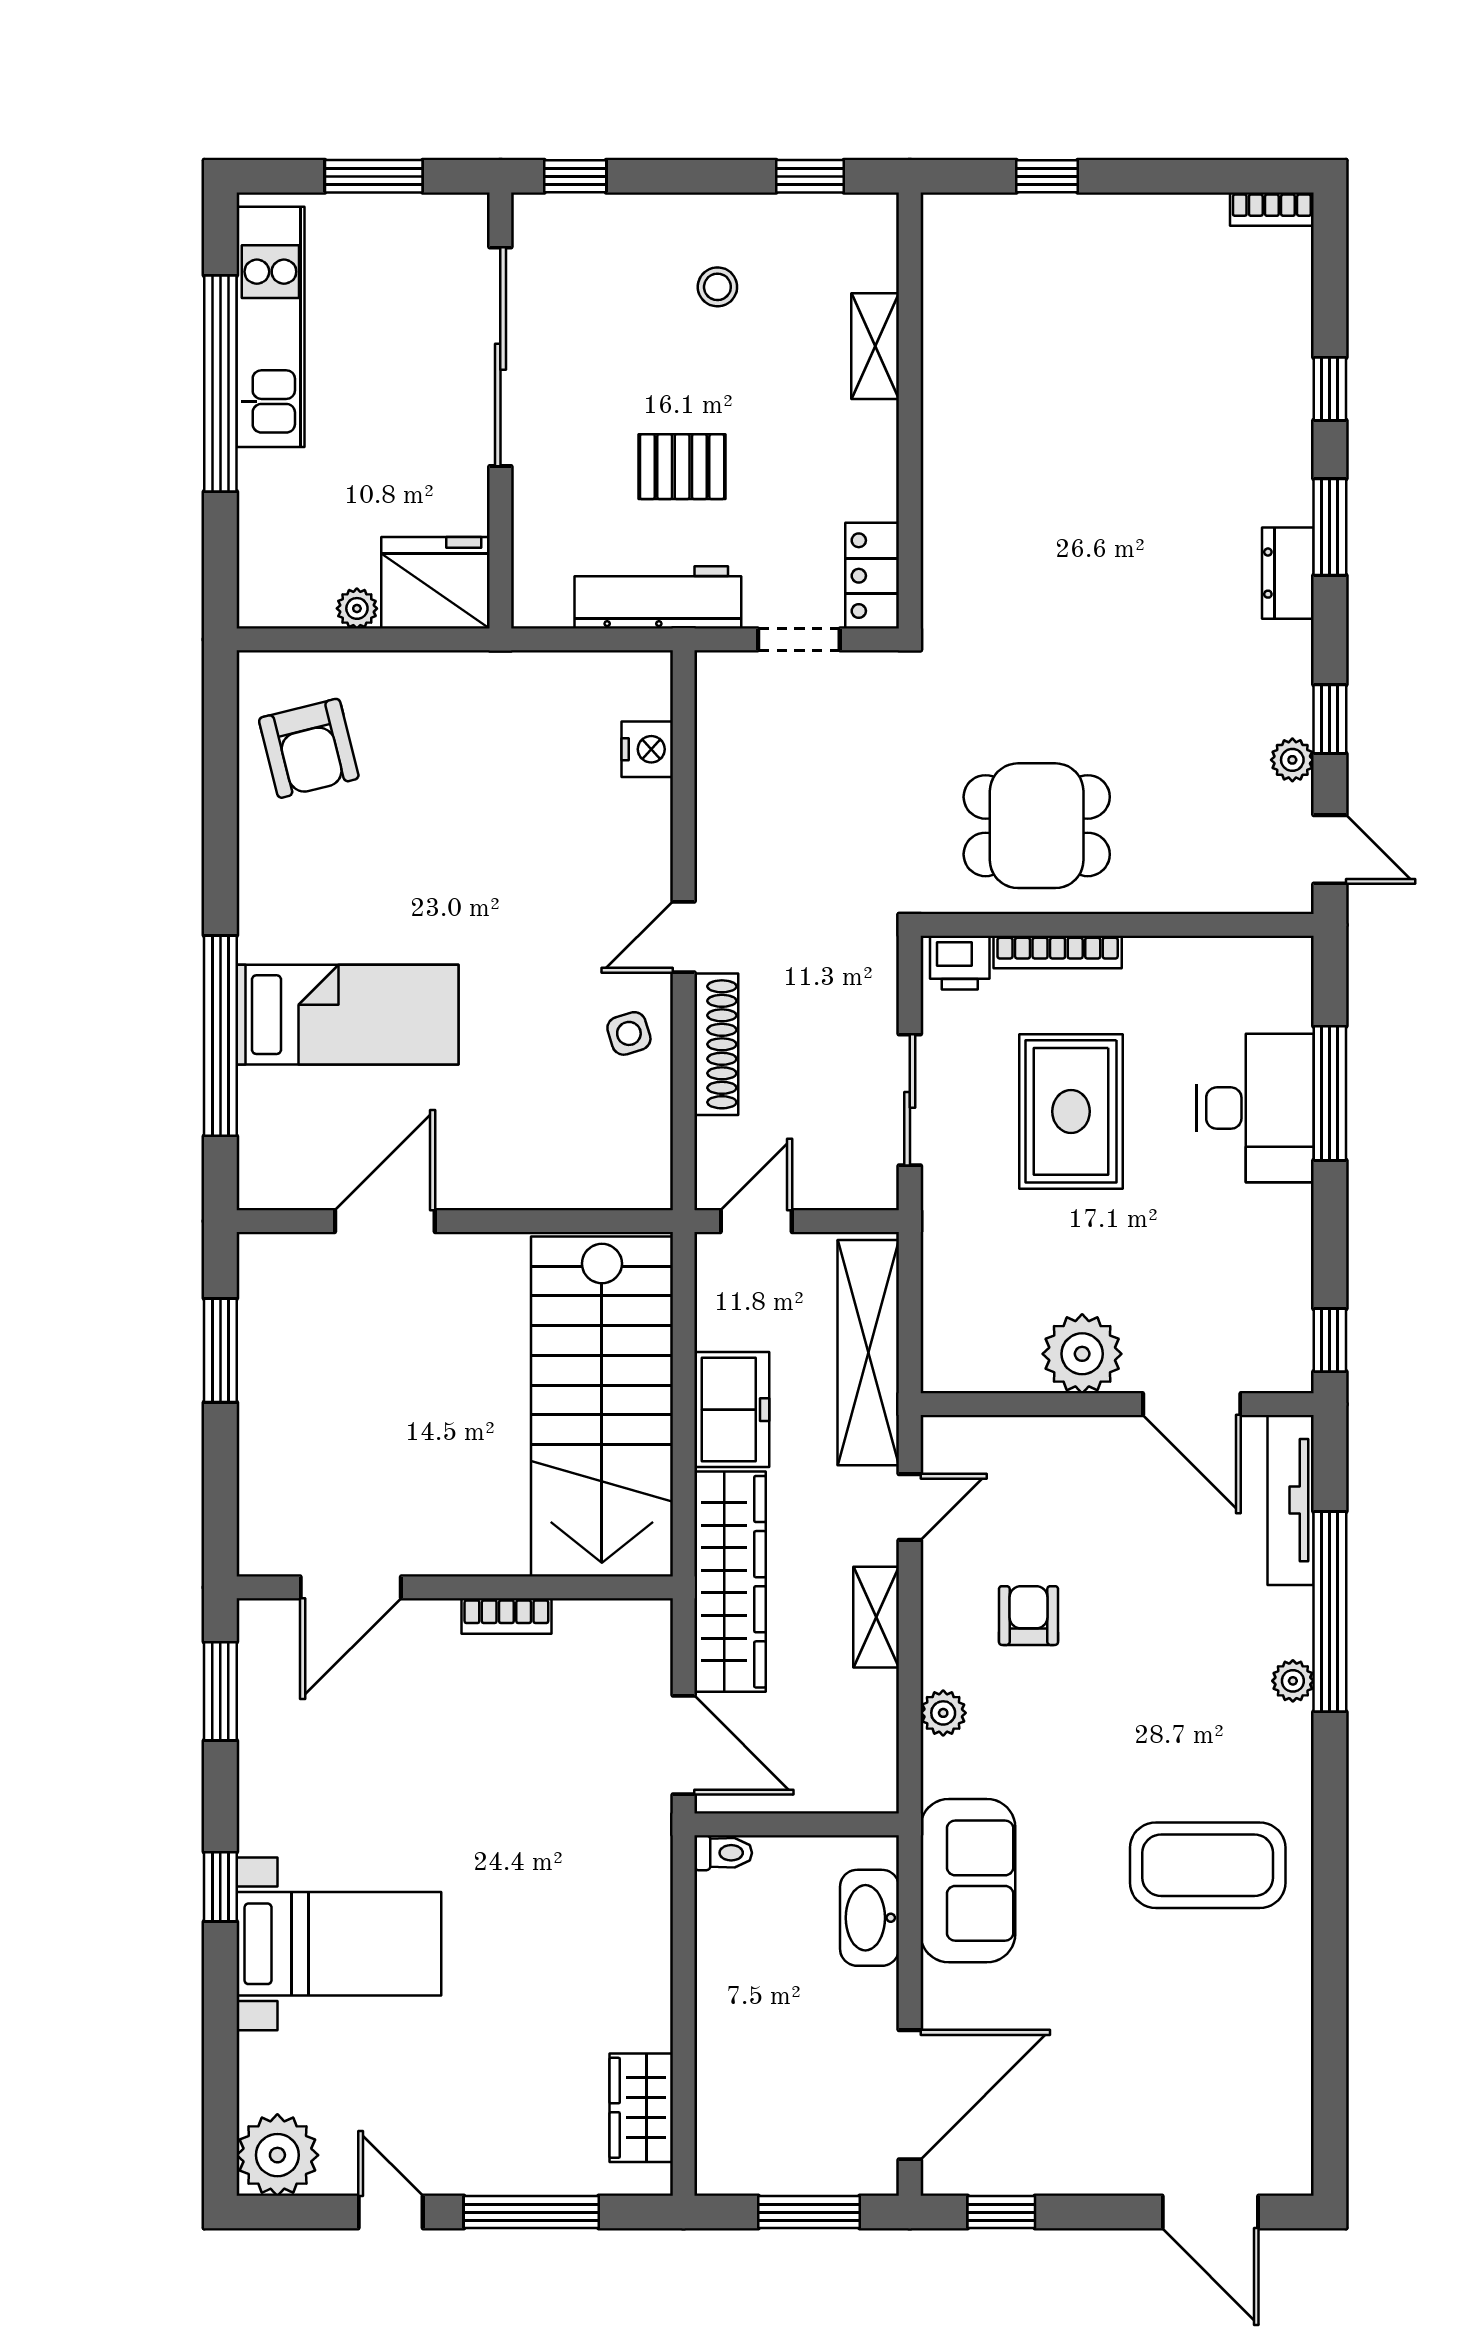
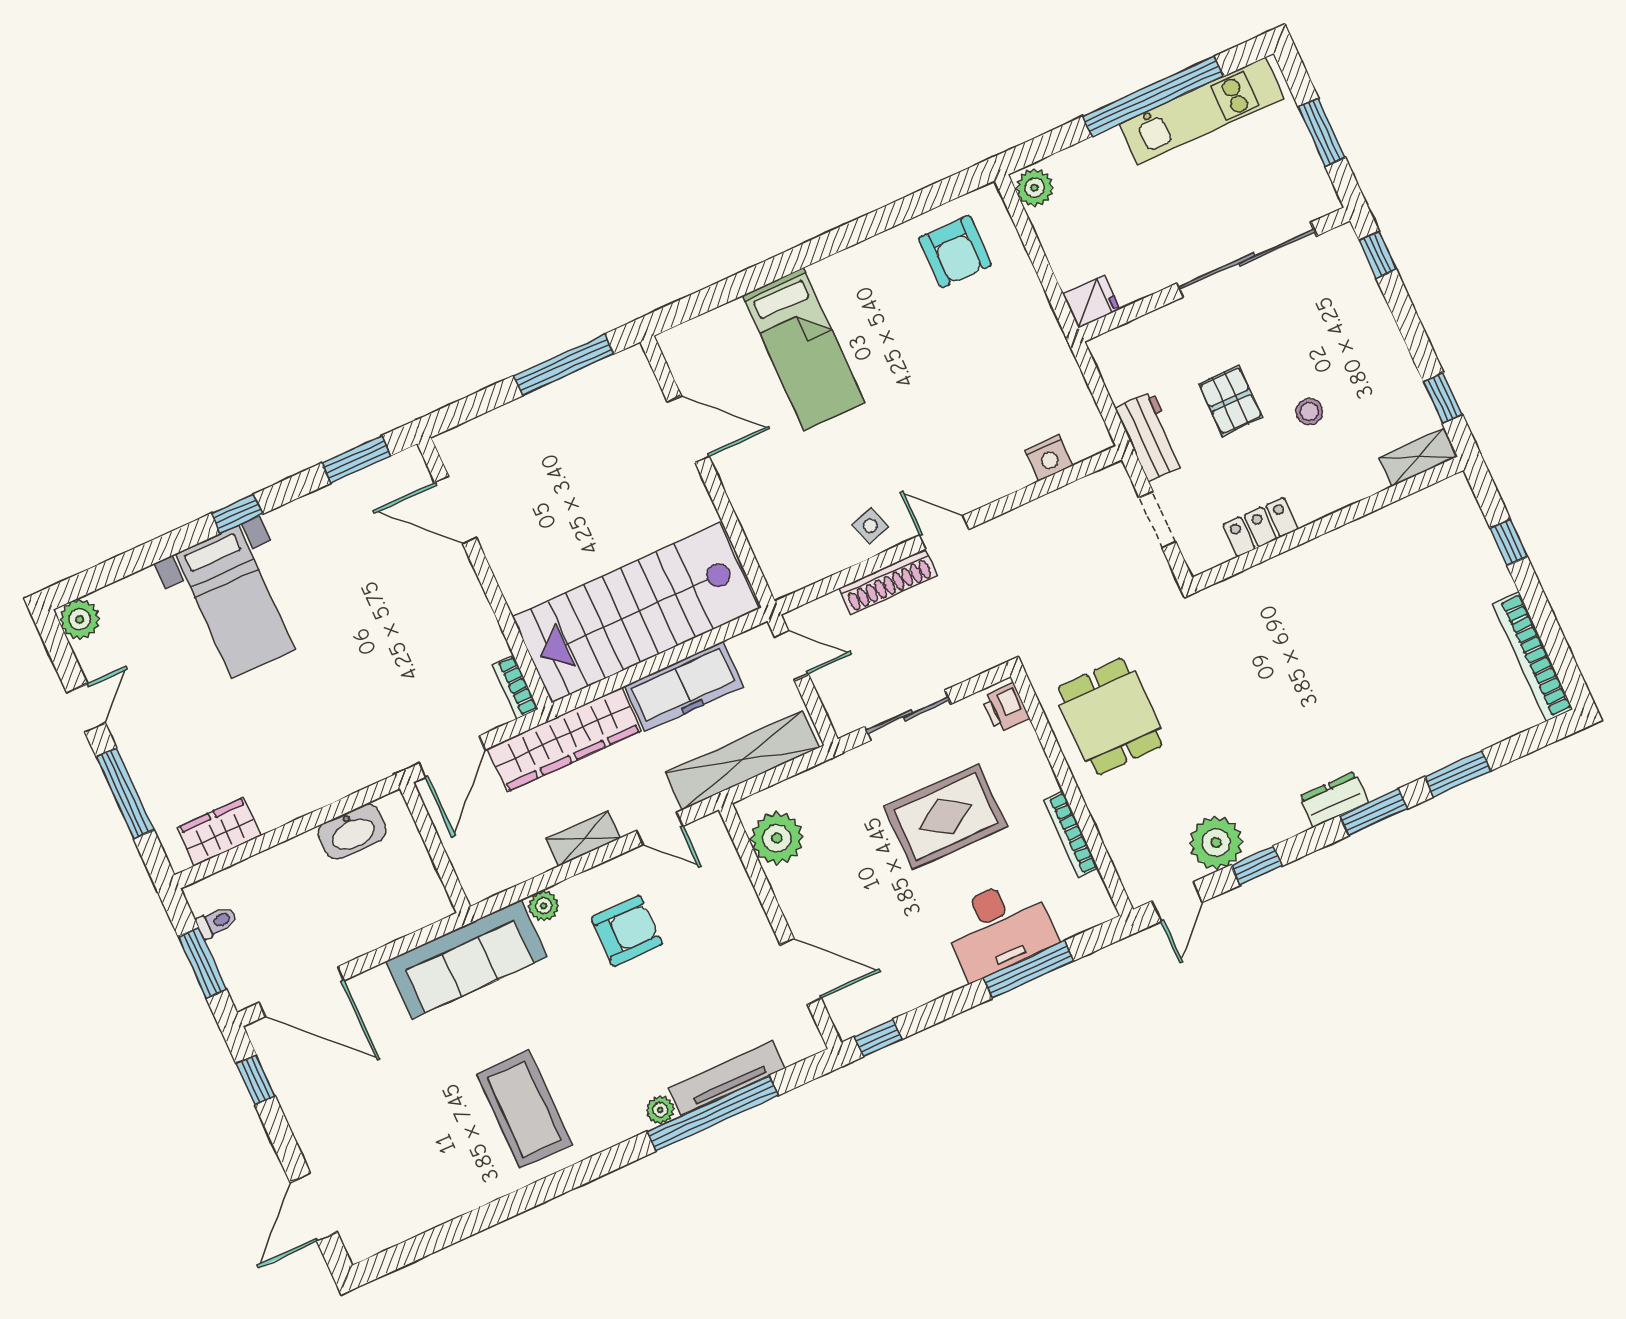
bookcase: (1272, 209) -> (1533, 657), width x2.31, depth x1.31
stool: (717, 287) -> (1309, 412), moved
shelving: (875, 346) -> (1418, 458), moved
window: (1330, 389) -> (1458, 774), width x1.50
locker: (872, 576) -> (1260, 527), moved
fridge: (436, 583) -> (1091, 301), width x0.53, depth x0.75
workbench: (658, 597) -> (1150, 436), width x0.73
plant: (357, 608) -> (1035, 188), moved, width x1.38, depth x1.38
armchair: (309, 748) -> (955, 251), turned -76
plant: (1292, 760) -> (1216, 843), width x1.87, depth x1.87
bookcase: (1058, 952) -> (1071, 834), moved
window: (220, 1036) -> (755, 277), removed
window: (220, 1350) -> (564, 365), width x1.44
plant: (1082, 1354) -> (777, 838), moved
door: (1192, 1404) -> (801, 972), swing flipped
freezer: (732, 1410) -> (684, 686), width x1.40
tv unit: (1291, 1500) -> (727, 1078), moved
bookcase: (506, 1616) -> (515, 687), moved
armchair: (1028, 1616) -> (627, 931), width x1.38, depth x1.38
toilet: (723, 1853) -> (217, 922), moved, turned -90
sofa: (968, 1881) -> (466, 959), width x1.36
washbasin: (870, 1918) -> (352, 832), moved, turned 180
plant: (277, 2155) -> (80, 619), width x0.73, depth x0.73

